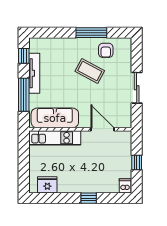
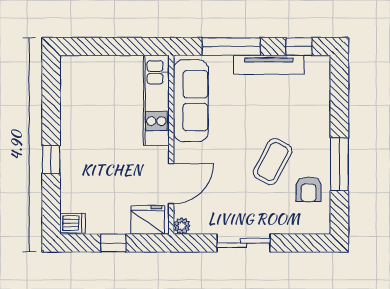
armchair: (106, 50) -> (309, 189), turned -90
plant: (127, 123) -> (182, 226), added
fridge: (47, 185) -> (148, 220), moved, turned -90

